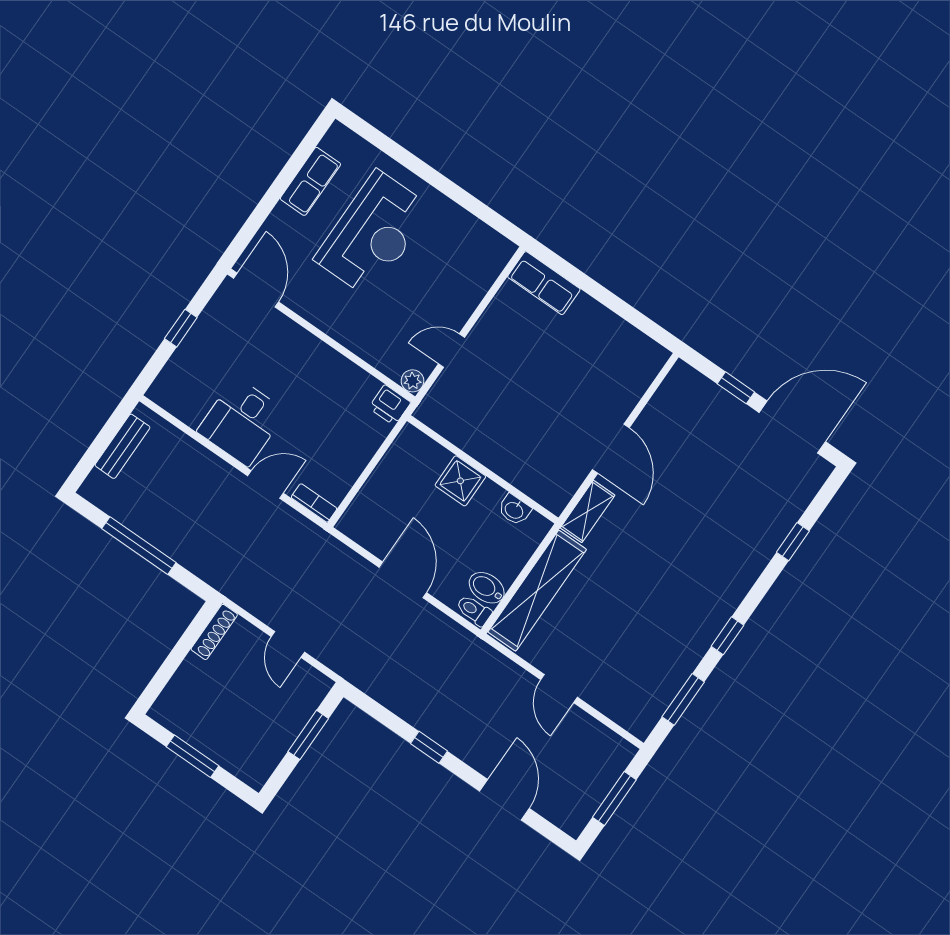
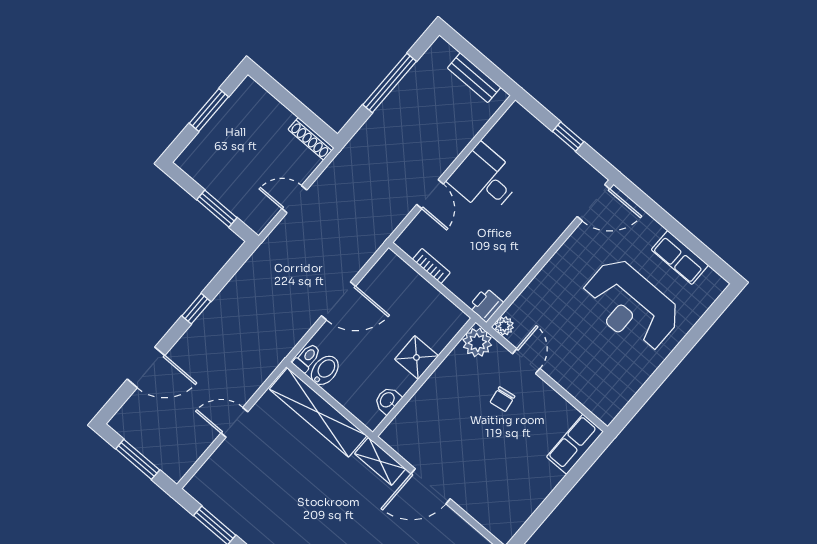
chair: (499, 374) -> (502, 399), added
plant: (435, 411) -> (477, 342), added
bookcase: (314, 503) -> (431, 266), moved, turned -90

